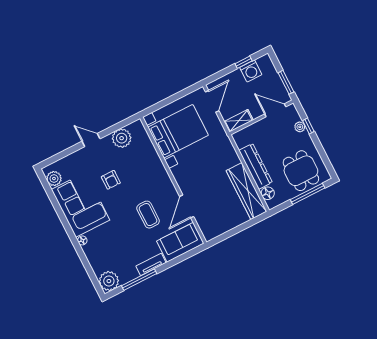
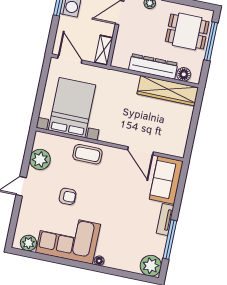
coffee table: (148, 215) -> (87, 154), moved

